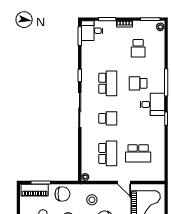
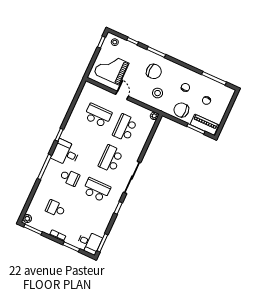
school desk: (138, 48) -> (55, 209), turned -90
school desk: (108, 83) -> (97, 190), turned 90
school desk: (108, 118) -> (111, 159), width x1.85

